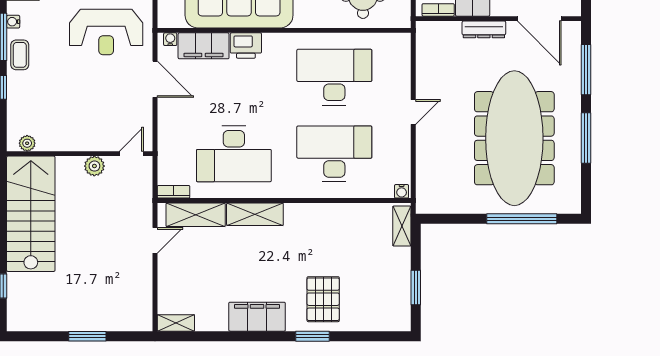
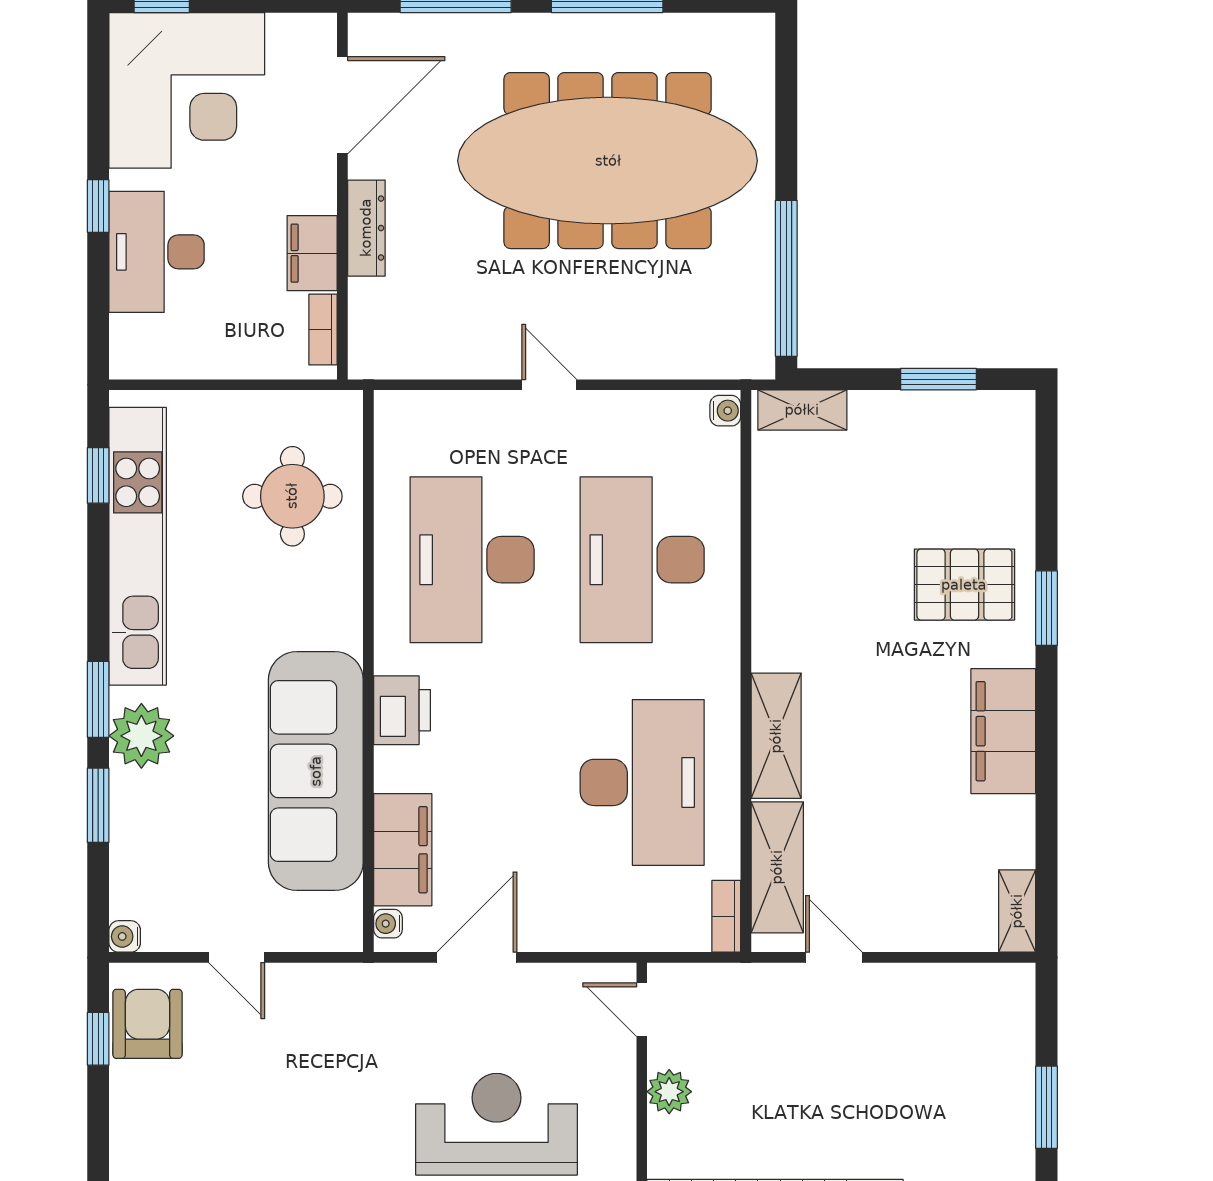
reception desk: (106, 32) -> (496, 1124), moved, turned -90
printer: (246, 46) -> (402, 710), moved
window: (522, 219) -> (786, 278), moved

